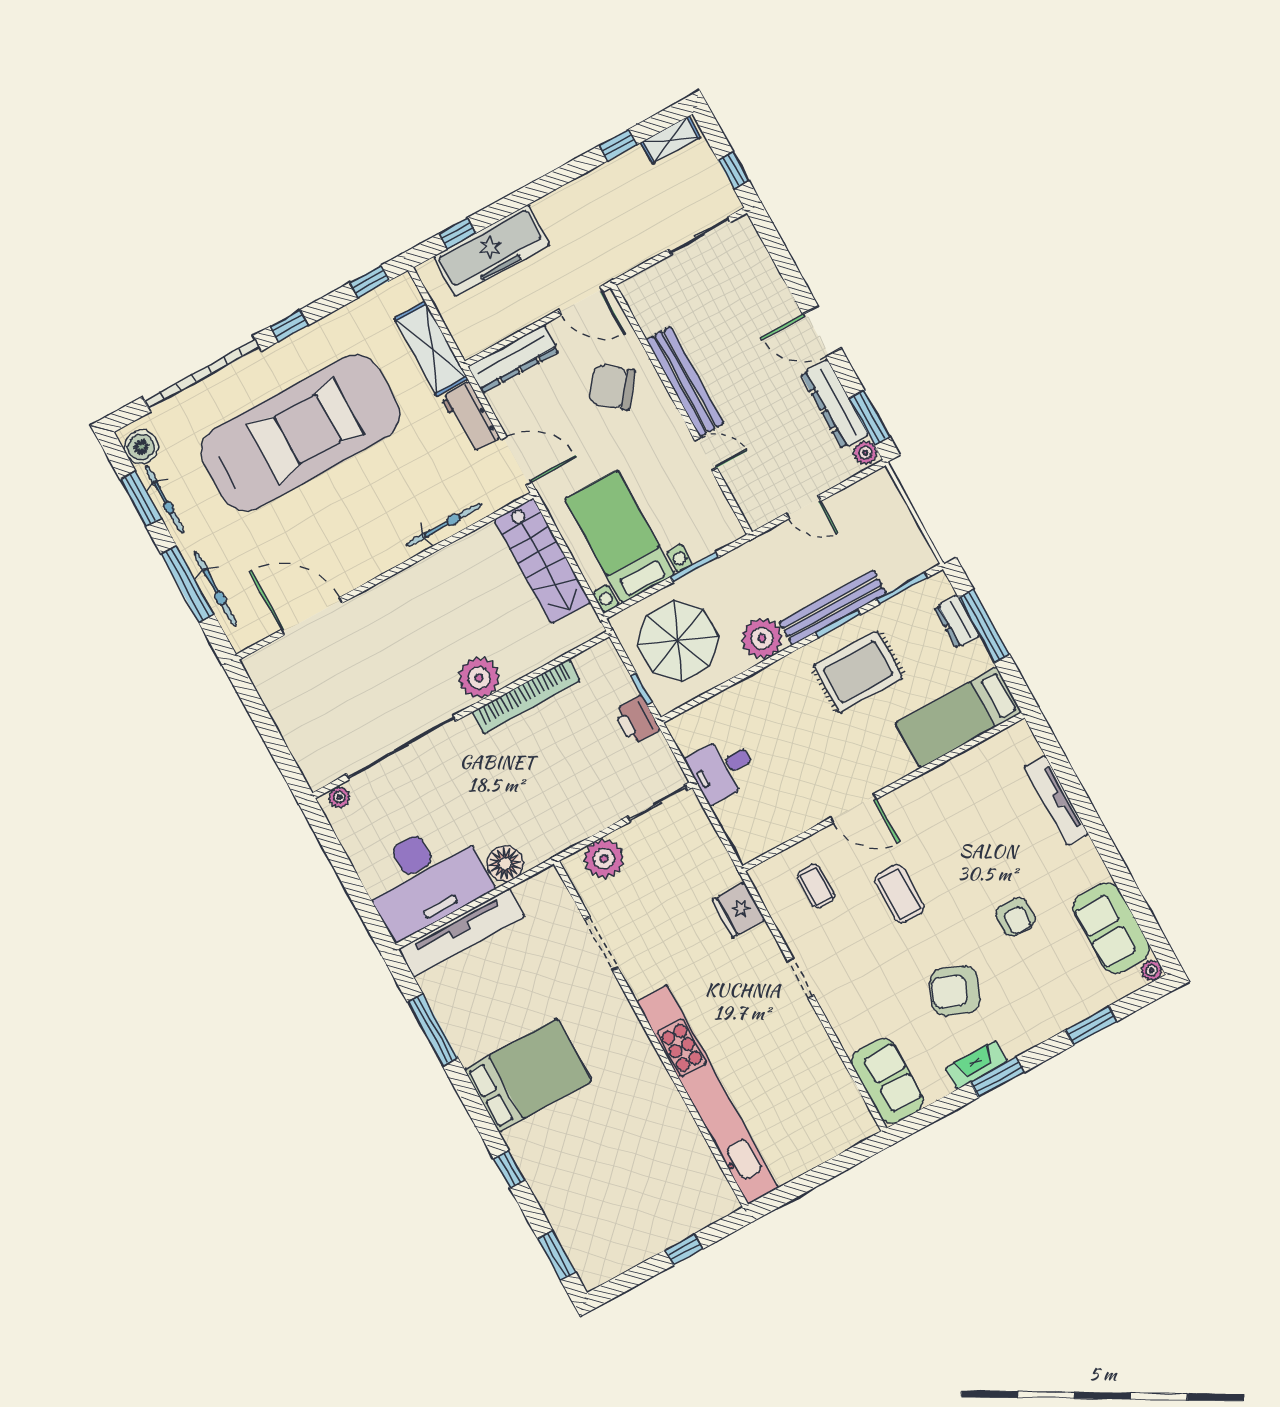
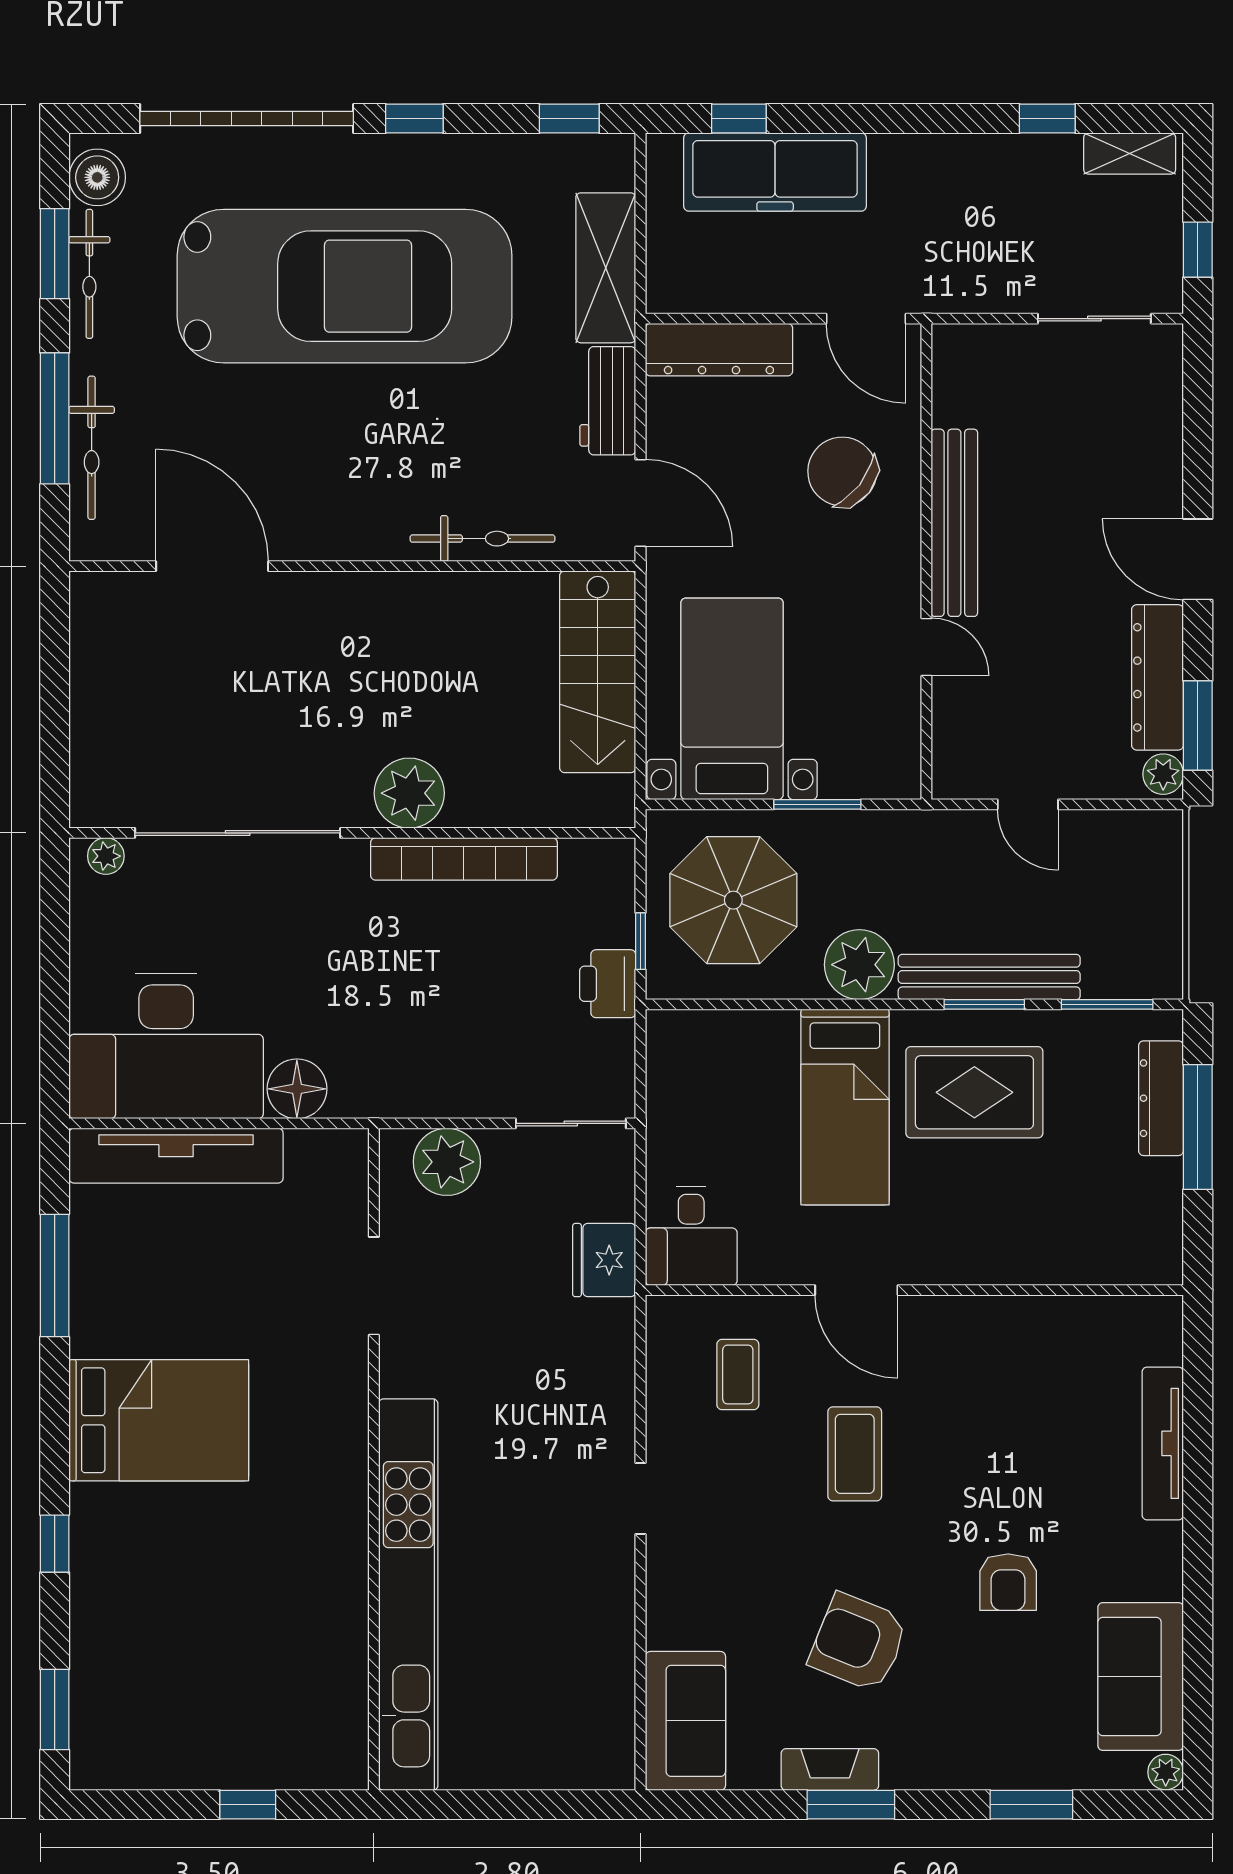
dresser: (957, 622) -> (1161, 1098), width x1.44
bed: (958, 718) -> (845, 1107), moved, turned -90
desk: (722, 769) -> (691, 1236), moved, turned -90
fridge: (739, 910) -> (604, 1260), moved

